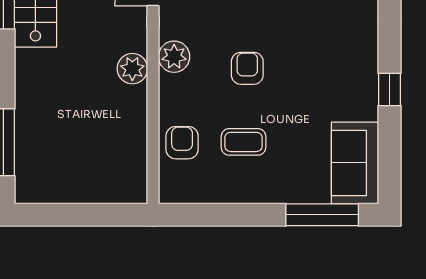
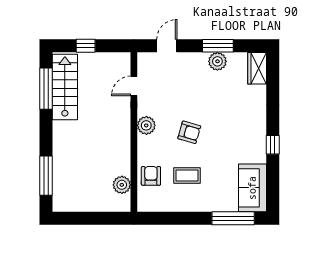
armchair: (247, 68) -> (189, 132), turned 106
plant: (132, 69) -> (122, 185), moved

